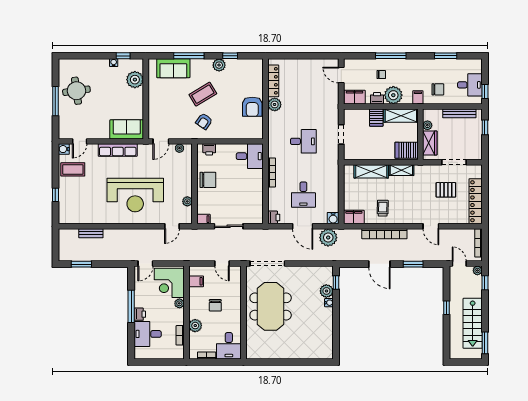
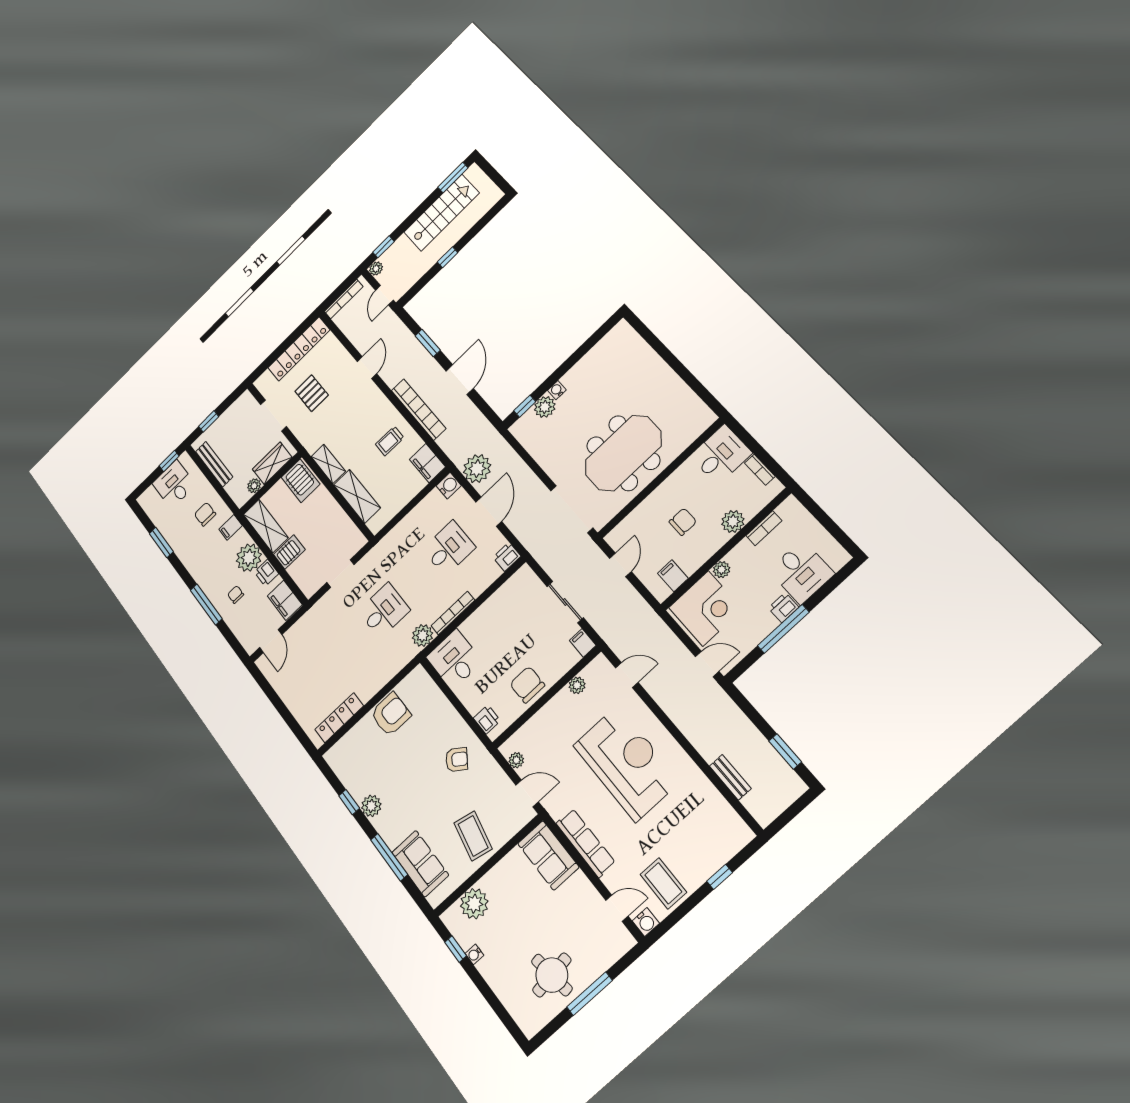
coffee table: (203, 94) -> (473, 836), moved, turned 43
plant: (275, 104) -> (423, 635), moved
desk: (303, 141) -> (384, 611), turned 90

